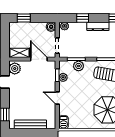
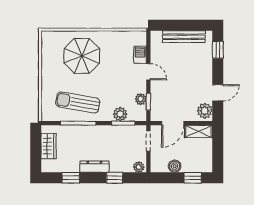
boiler: (51, 27) -> (175, 166), moved
door: (39, 59) -> (173, 123), hinge flipped
barbecue: (63, 122) -> (140, 55), moved

